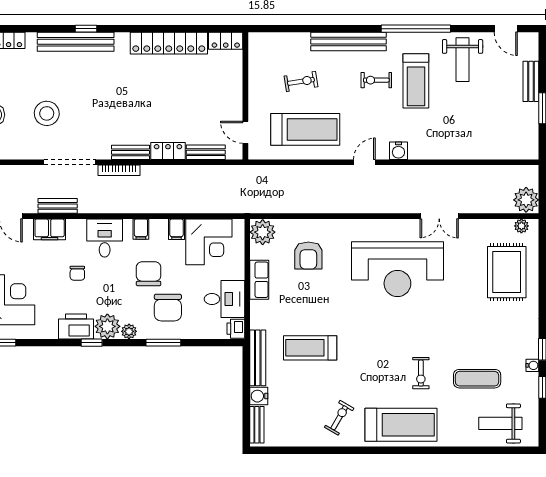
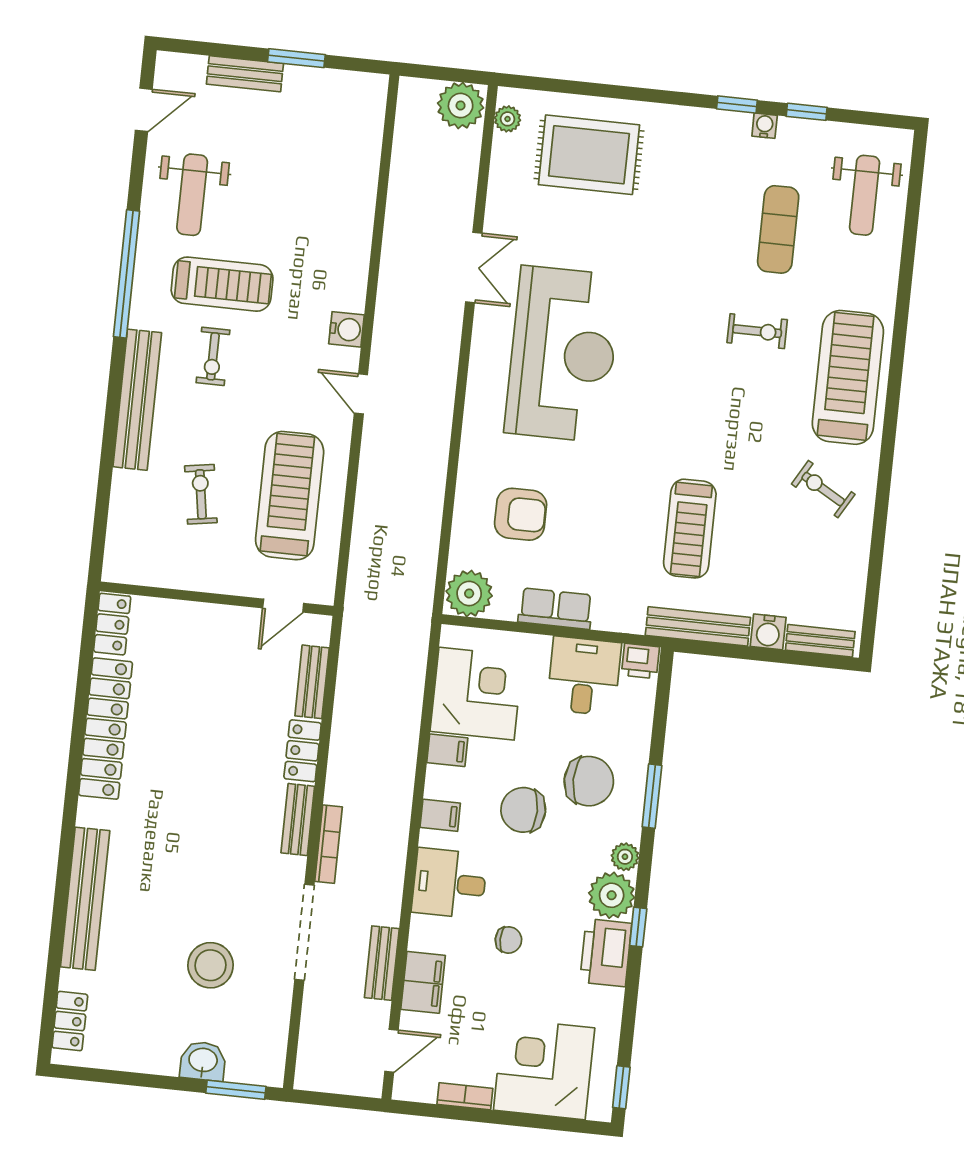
window: (86, 29) -> (63, 877), removed
weight bench: (463, 60) -> (192, 195), turned 90

